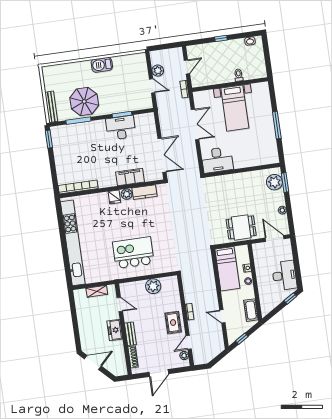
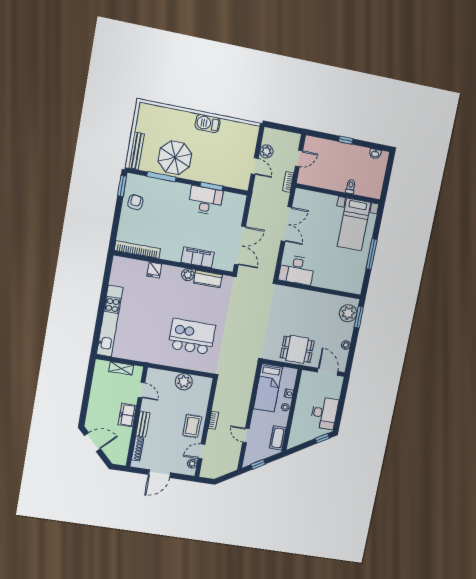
bed with nightstands: (235, 108) -> (354, 224), moved
armchair: (64, 149) -> (135, 202), added
fridge: (114, 197) -> (154, 270), moved
kitchen unit: (73, 243) -> (110, 321), width x0.73
kitchen island: (133, 253) -> (192, 337), moved

